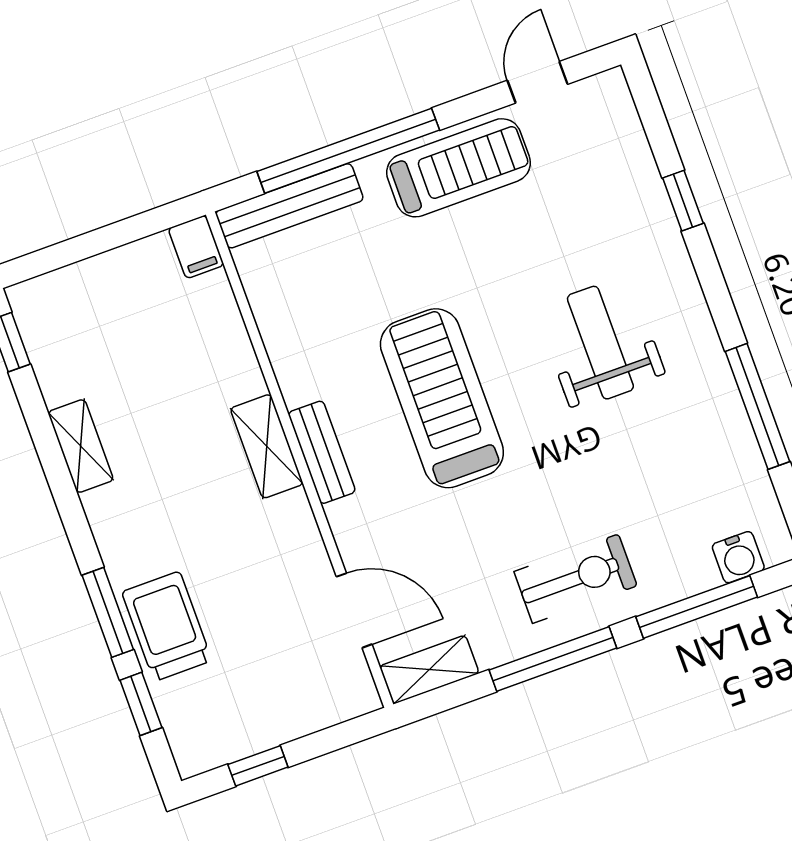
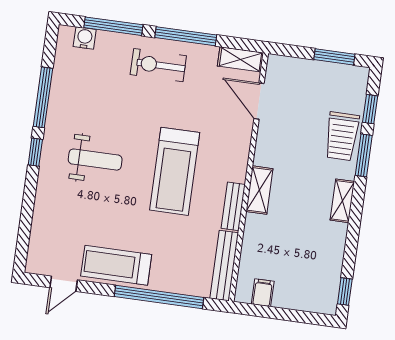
window: (683, 201) -> (35, 152), moved
bench: (289, 206) -> (224, 266), moved, turned 90
filing cabinet: (196, 247) -> (263, 293), moved
weight bench: (600, 343) -> (95, 160), turned -90
shelving: (81, 446) -> (342, 201), moved
bench: (322, 452) -> (233, 206), moved
window: (258, 766) -> (334, 57), width x1.50

